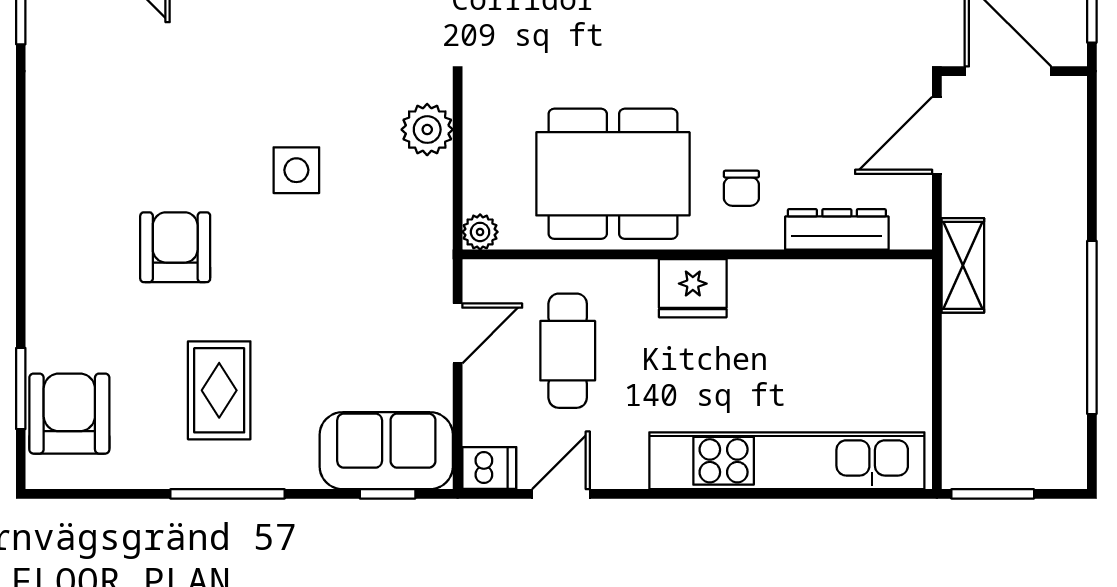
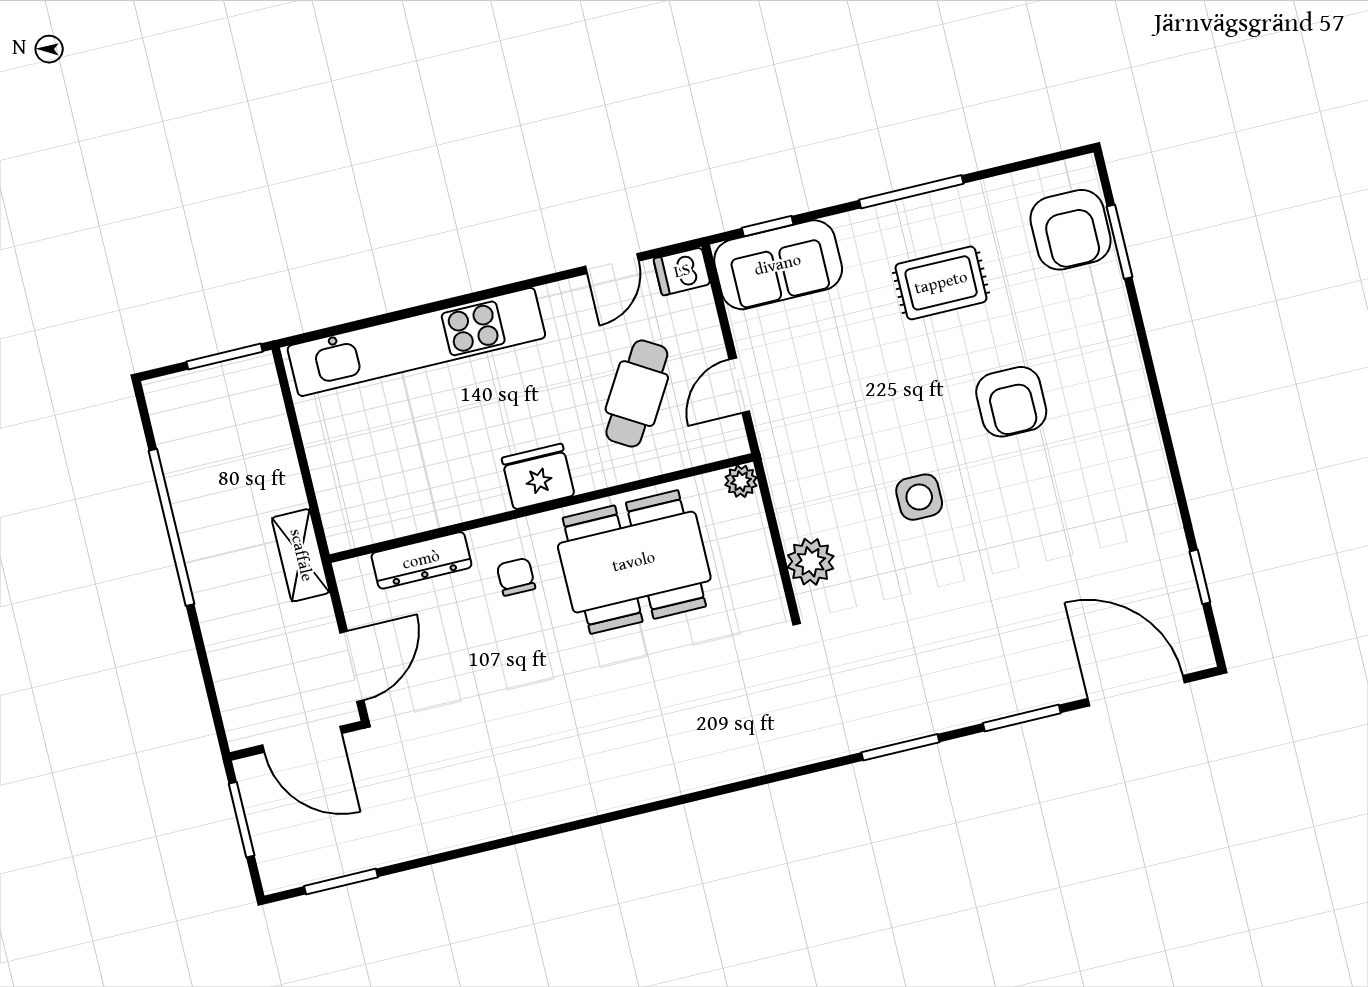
cafe table: (568, 351) -> (637, 394), turned 31
rug: (219, 390) -> (941, 283), turned 90

